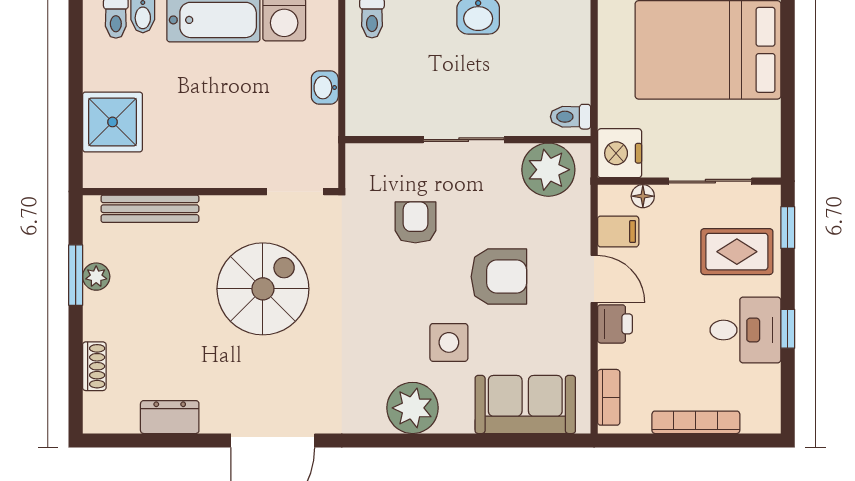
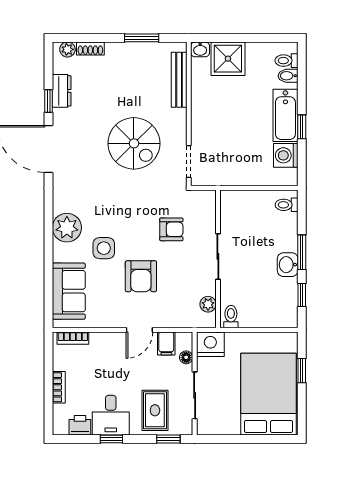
washbasin: (325, 88) -> (200, 49), moved, turned 180
plant: (548, 170) -> (208, 304), width x0.53, depth x0.53
plant: (96, 277) -> (67, 49), moved
printer: (615, 324) -> (80, 425), moved, turned 180
bookcase: (696, 422) -> (59, 387), width x0.64
window: (188, 440) -> (49, 101), added

